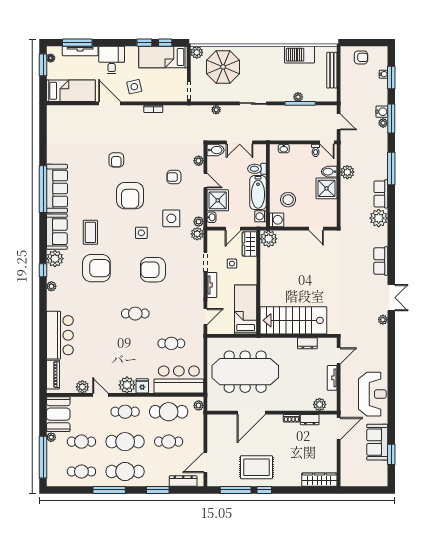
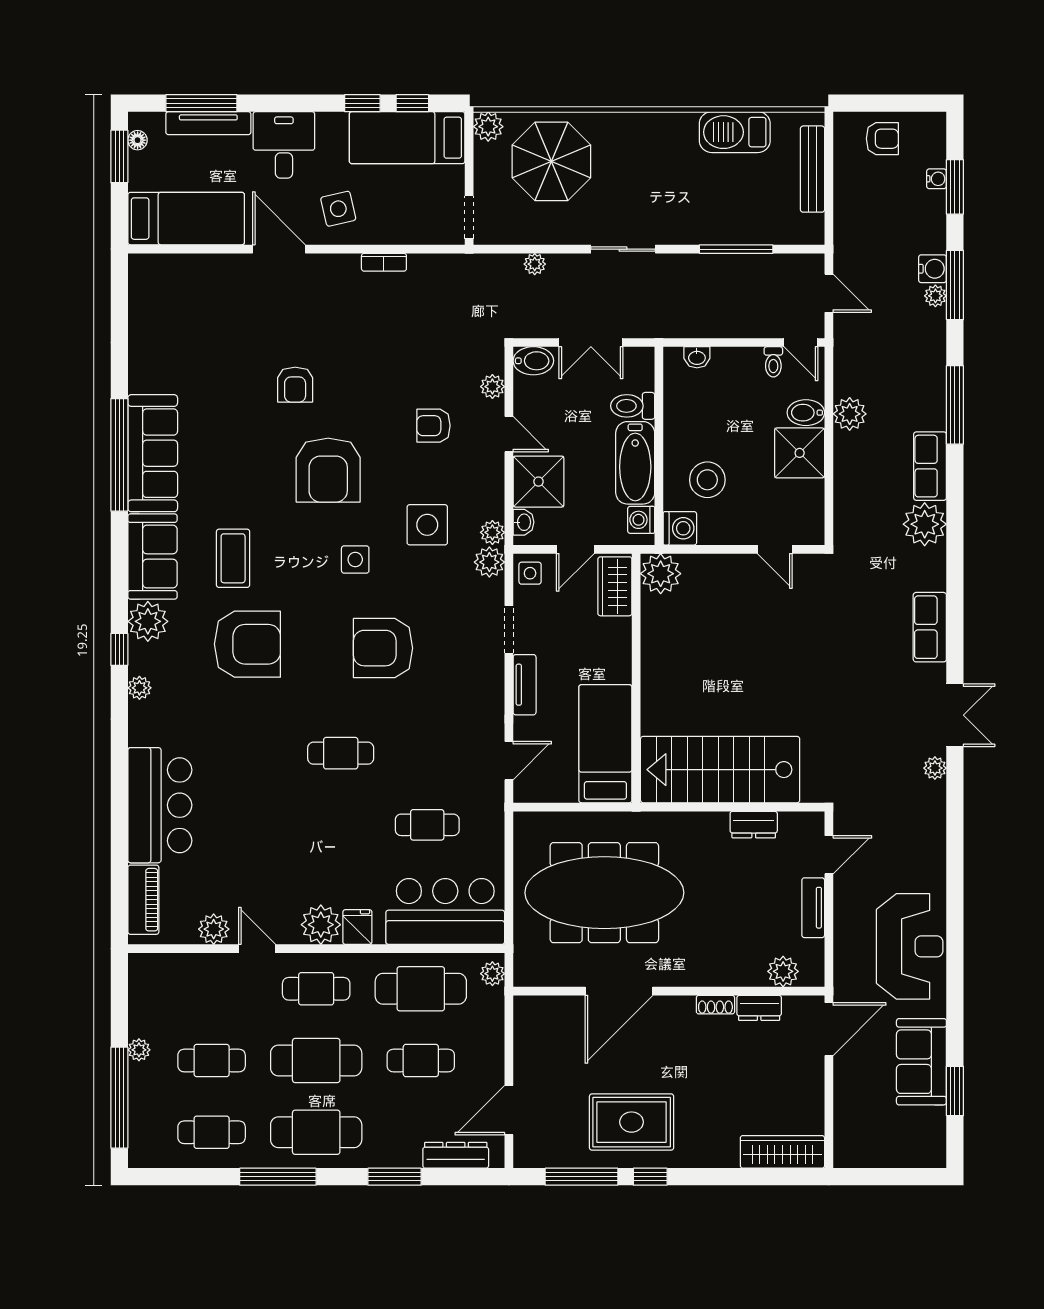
plant: (298, 97) -> (731, 234), removed
side table: (232, 264) -> (530, 573), moved
booth: (58, 414) -> (156, 995), removed

